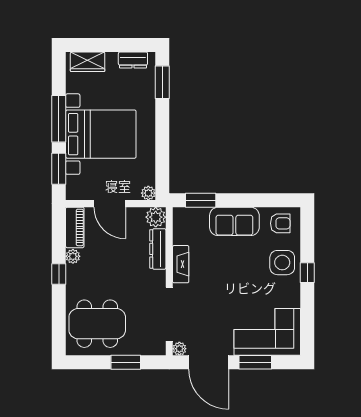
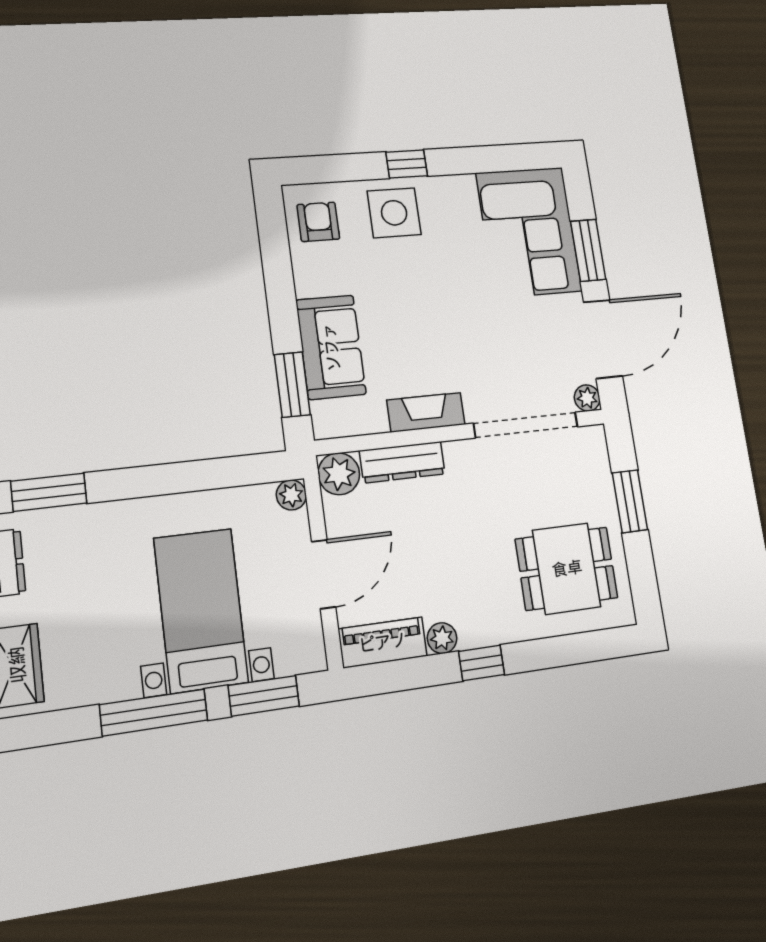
bed with nightstands: (101, 134) -> (201, 610), width x0.73
sofa: (234, 221) -> (331, 347), moved
dining table: (97, 324) -> (567, 568), width x0.73

